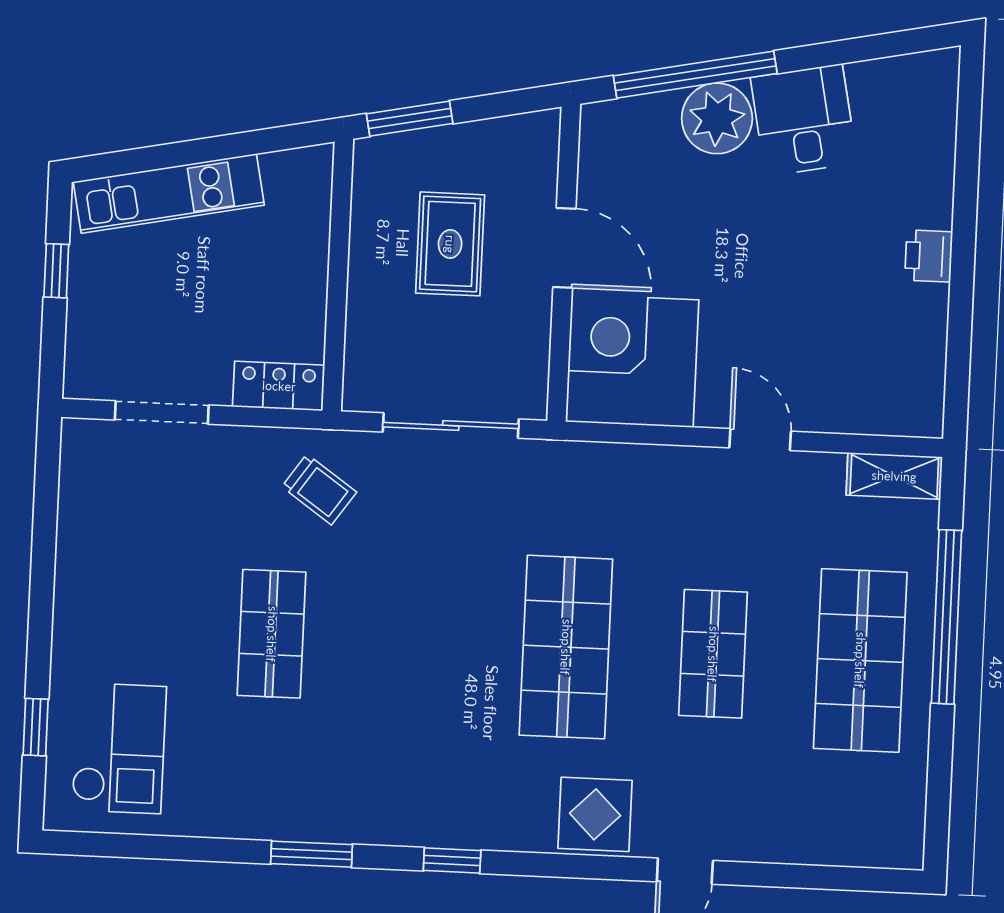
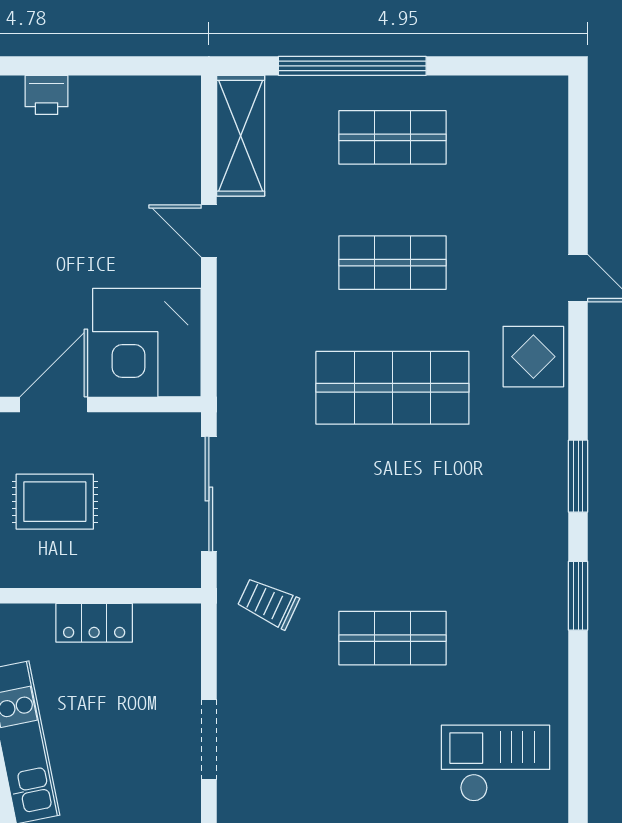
locker: (279, 386) -> (94, 623), moved, turned -90
door: (760, 440) -> (209, 231), hinge flipped
shelving: (894, 476) -> (241, 136), width x1.50, depth x1.33
trolley: (319, 489) -> (268, 603), turned -100
shop shelf: (860, 660) -> (392, 137), width x0.70, depth x0.74
window: (452, 861) -> (578, 476), width x1.50

